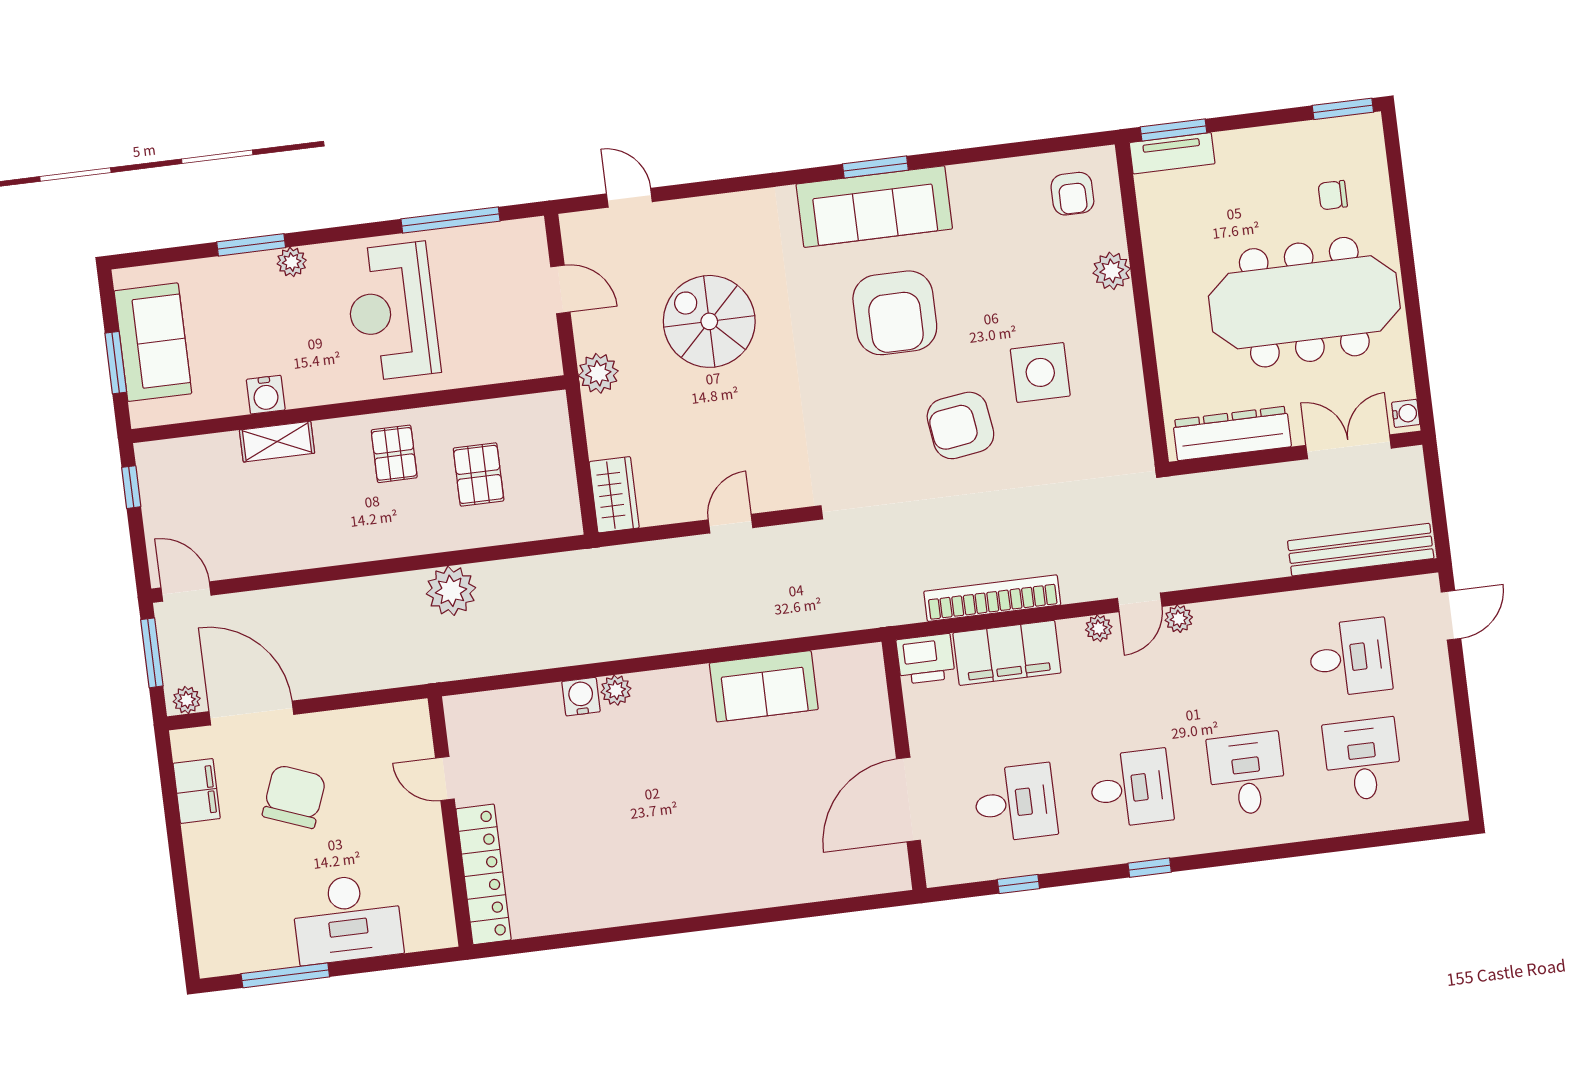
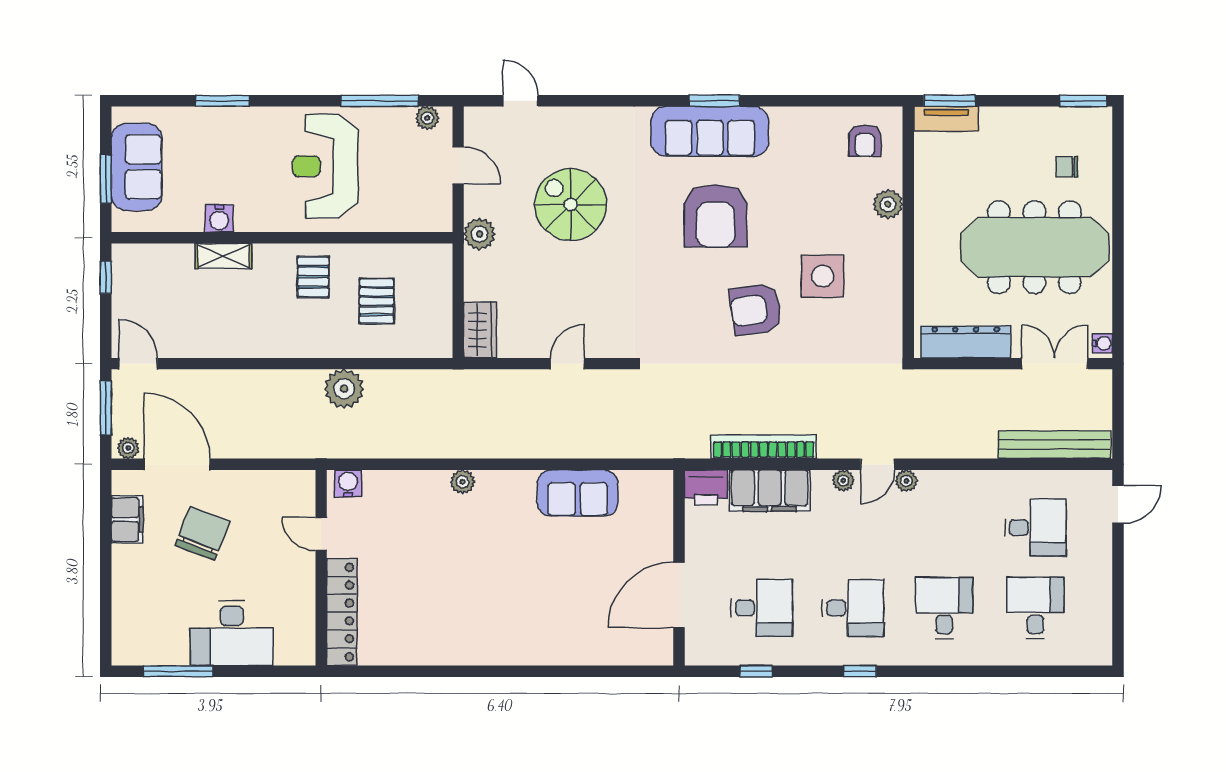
plant: (292, 262) -> (427, 118), moved
water cooler: (581, 697) -> (348, 483), moved

